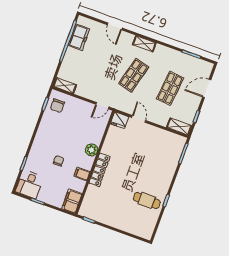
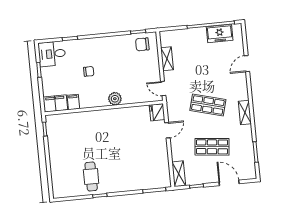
shelving: (144, 44) -> (245, 113), moved
shelving: (65, 86) -> (167, 59), moved
locker: (100, 170) -> (99, 116), removed
filing cabinet: (82, 174) -> (73, 102), moved

